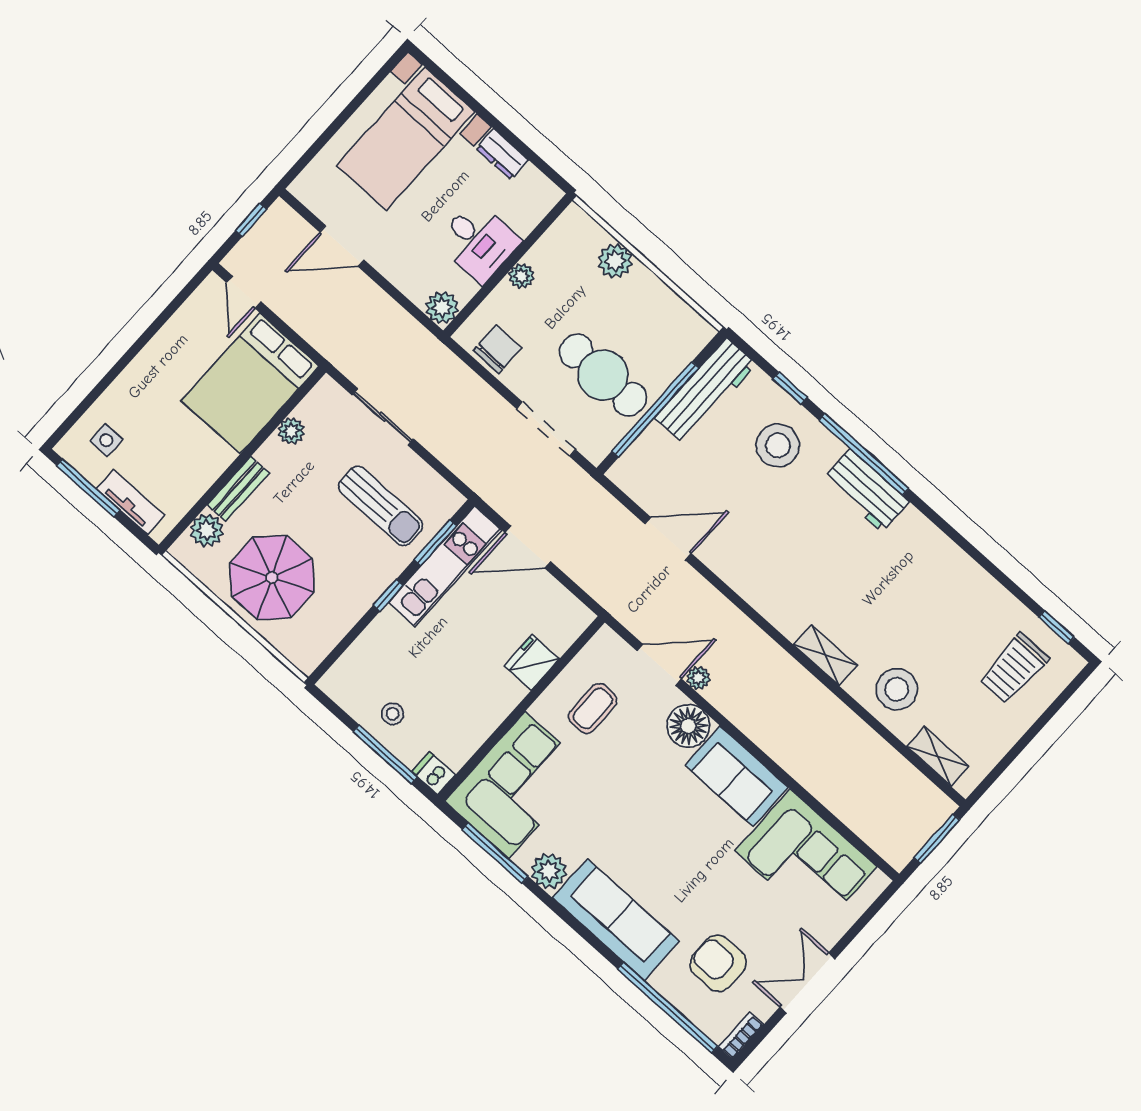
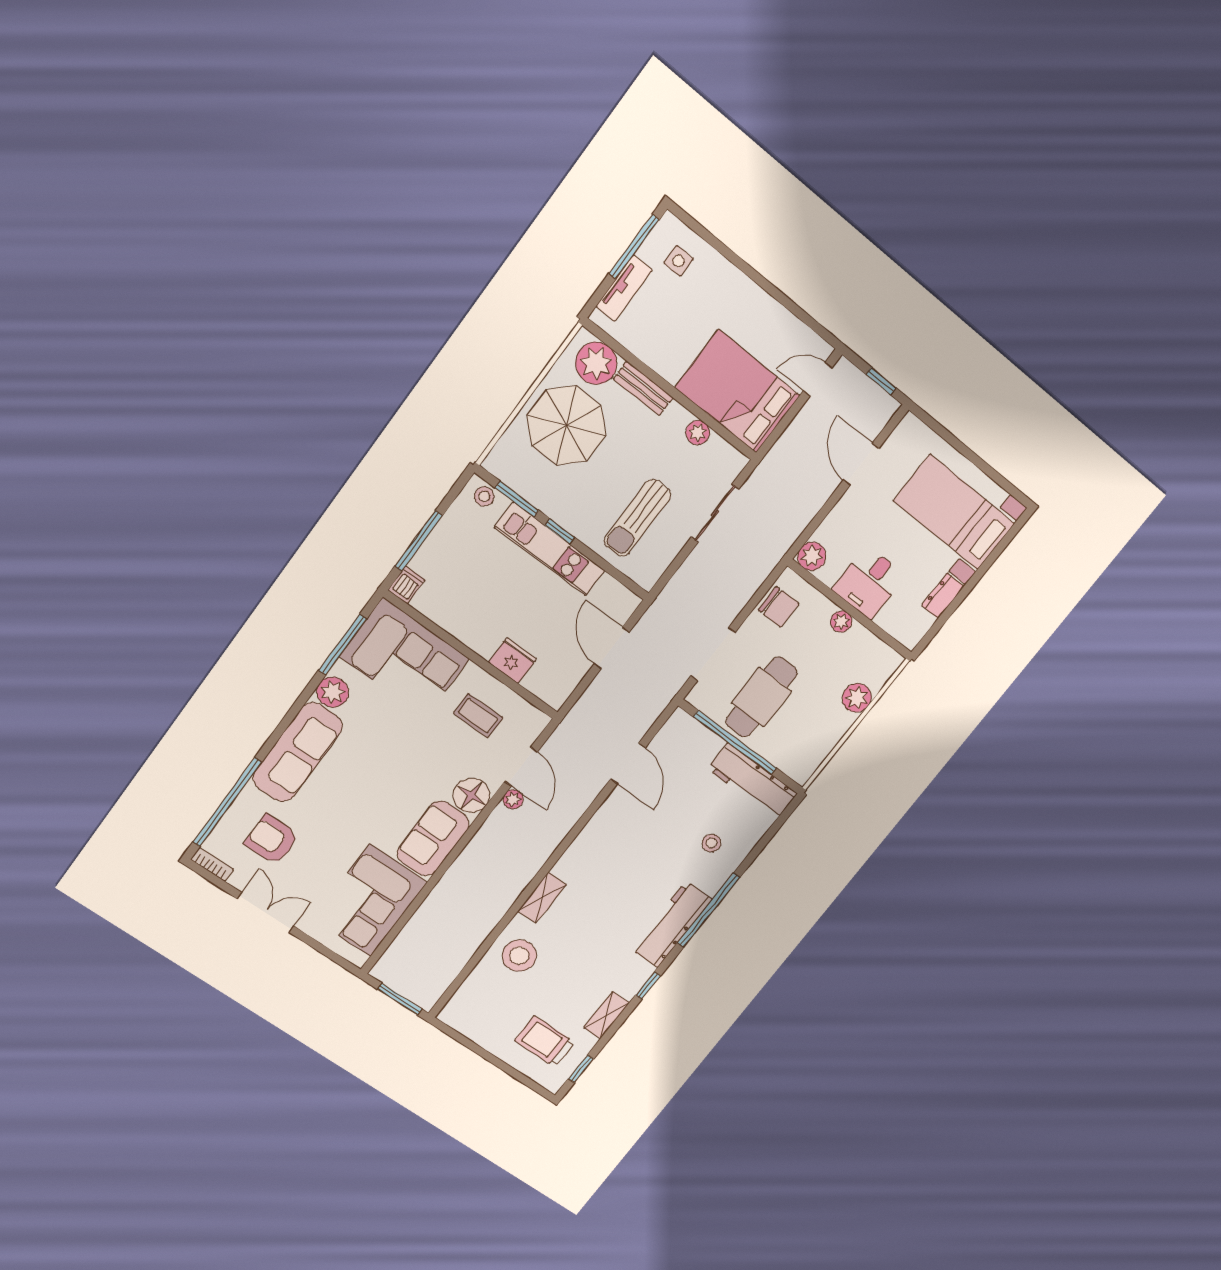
window: (790, 388) -> (648, 985), moved
stool: (778, 445) -> (711, 843), width x0.53, depth x0.53
workbench: (866, 490) -> (672, 924), width x1.38
plant: (207, 530) -> (596, 363), width x1.36, depth x1.36
window: (435, 543) -> (517, 499), moved
kitchen unit: (445, 566) -> (550, 549), moved
stool: (393, 714) -> (484, 496), moved
shelving: (938, 756) -> (606, 1015), moved
armchair: (718, 963) -> (272, 840), turned -90

